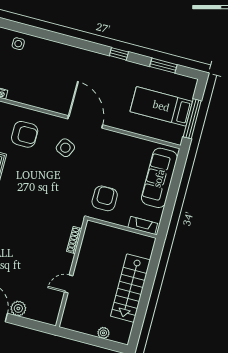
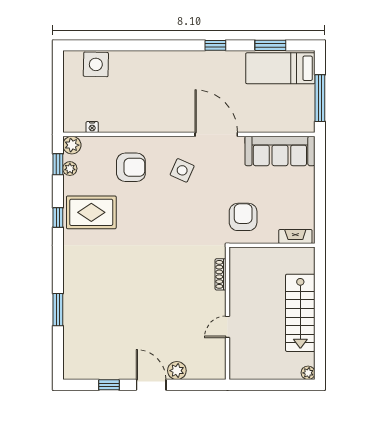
side table: (18, 44) -> (96, 64), width x1.87, depth x1.87
bed: (161, 106) -> (280, 68), moved
door: (85, 122) -> (216, 134), moved
sofa: (159, 178) -> (280, 151), moved, turned -90
plant: (103, 333) -> (308, 373), moved

